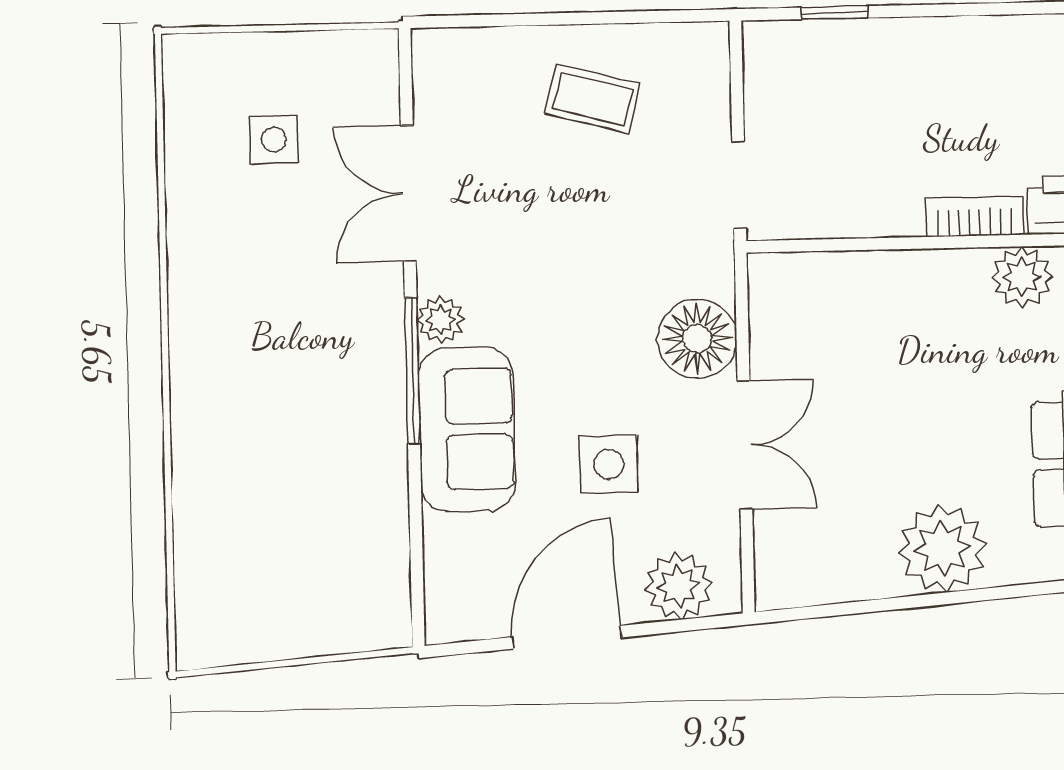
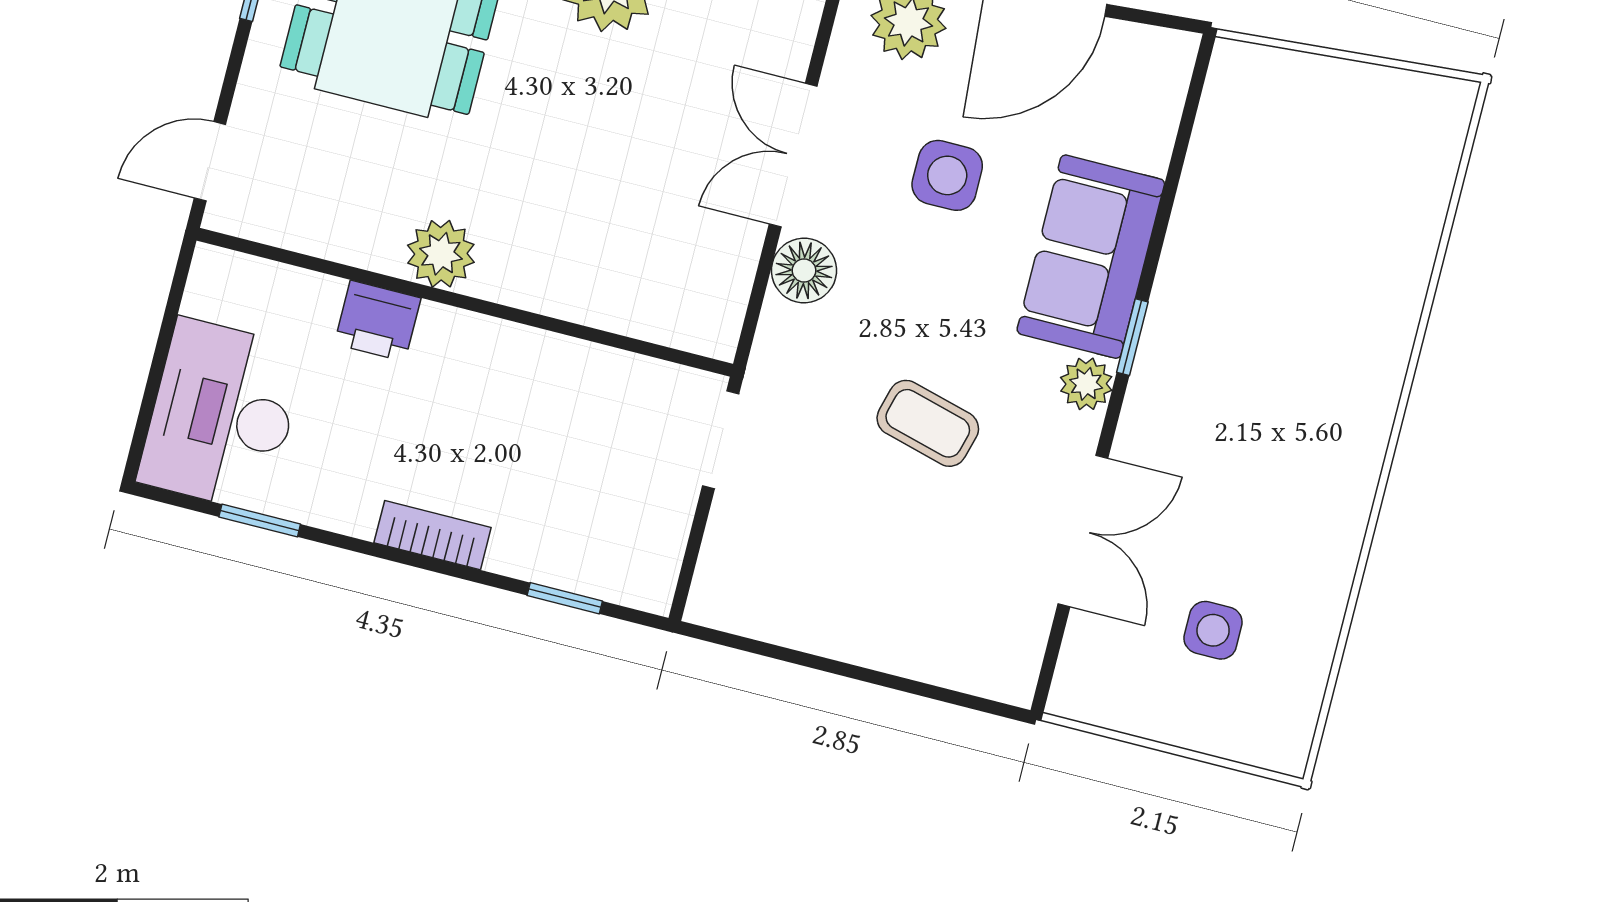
coffee table: (593, 99) -> (928, 423), moved
bookcase: (975, 216) -> (433, 535), moved, turned 180
floor lamp: (697, 339) -> (804, 270), width x0.73, depth x0.73
window: (412, 370) -> (1132, 337), width x0.46

